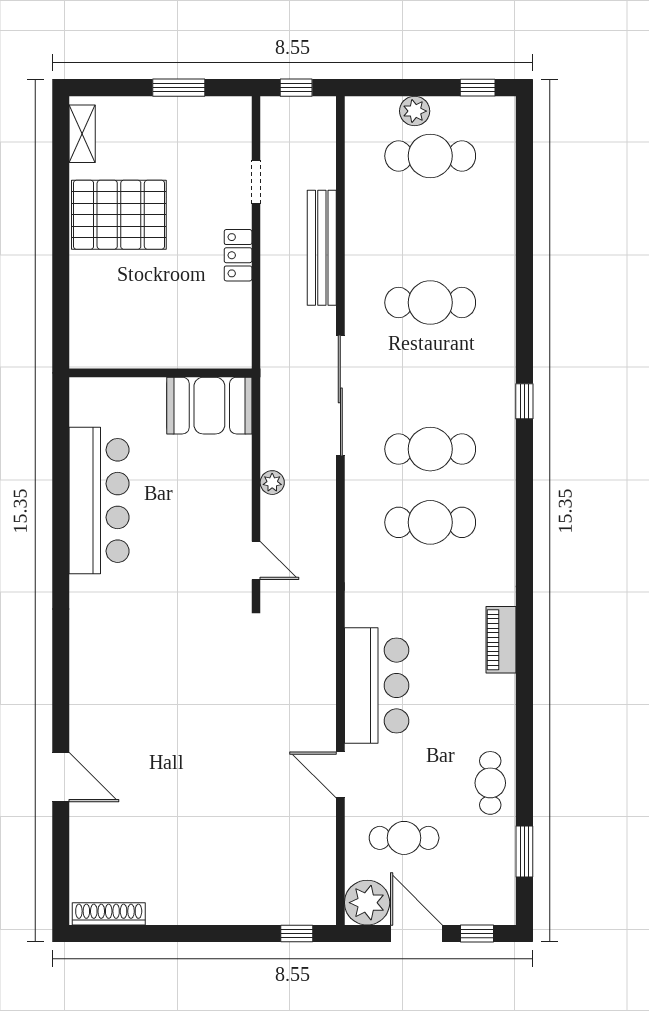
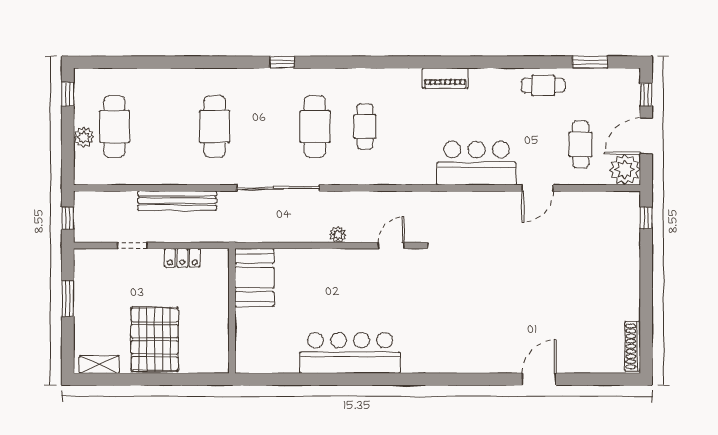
wall: (160, 373) -> (232, 311), moved
booth: (209, 406) -> (254, 277), moved
cafe table: (430, 522) -> (365, 126), width x0.73, depth x0.74

